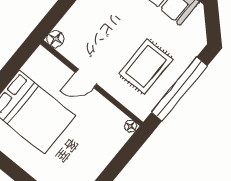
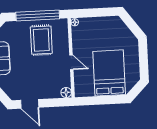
rug: (146, 66) -> (41, 40), turned 90

